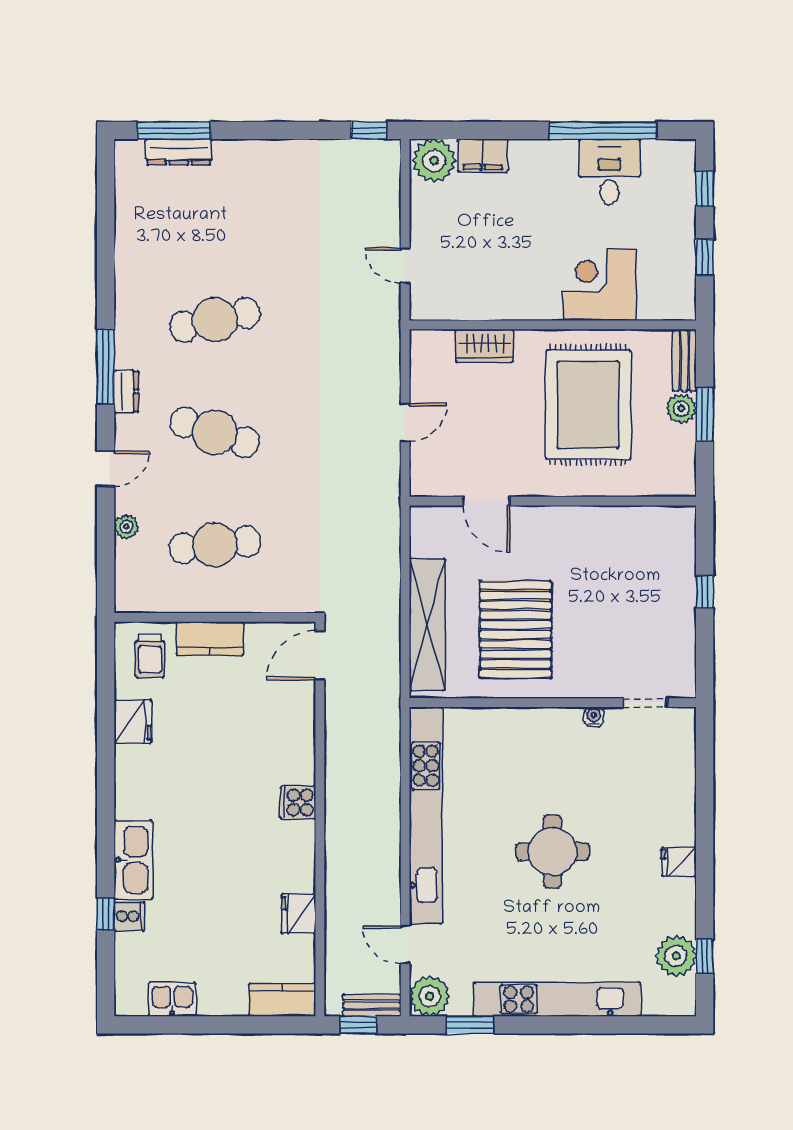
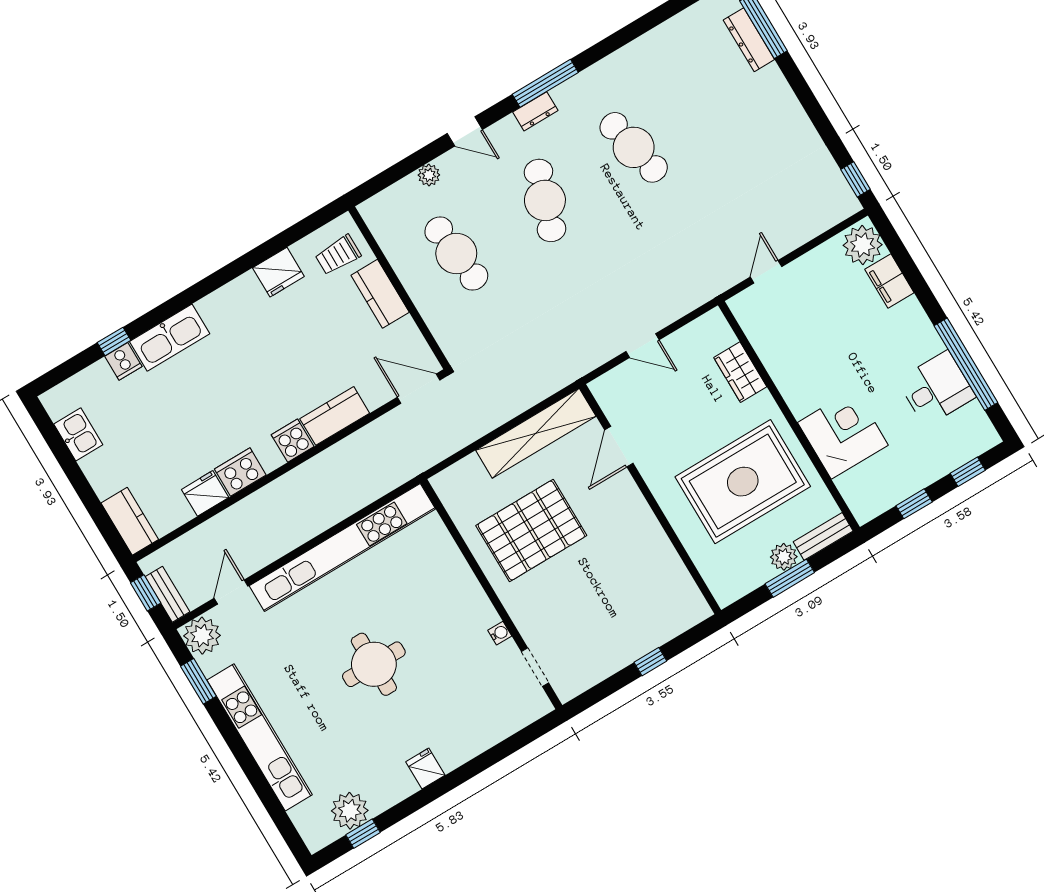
shelving: (427, 625) -> (536, 433), moved
kitchen counter: (299, 749) -> (335, 416), added
cooker: (298, 869) -> (240, 472), added

